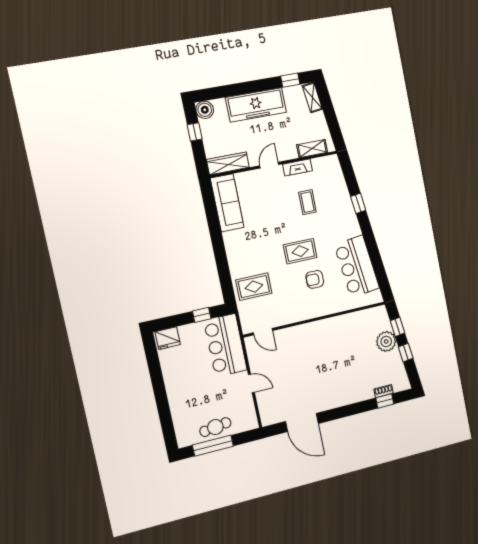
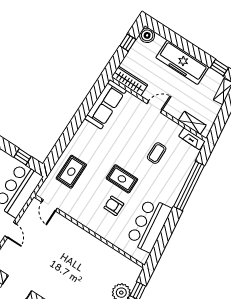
fireplace: (298, 167) -> (192, 139), moved
window: (358, 203) -> (189, 186), width x3.17
rug: (254, 287) -> (71, 172), turned 90

